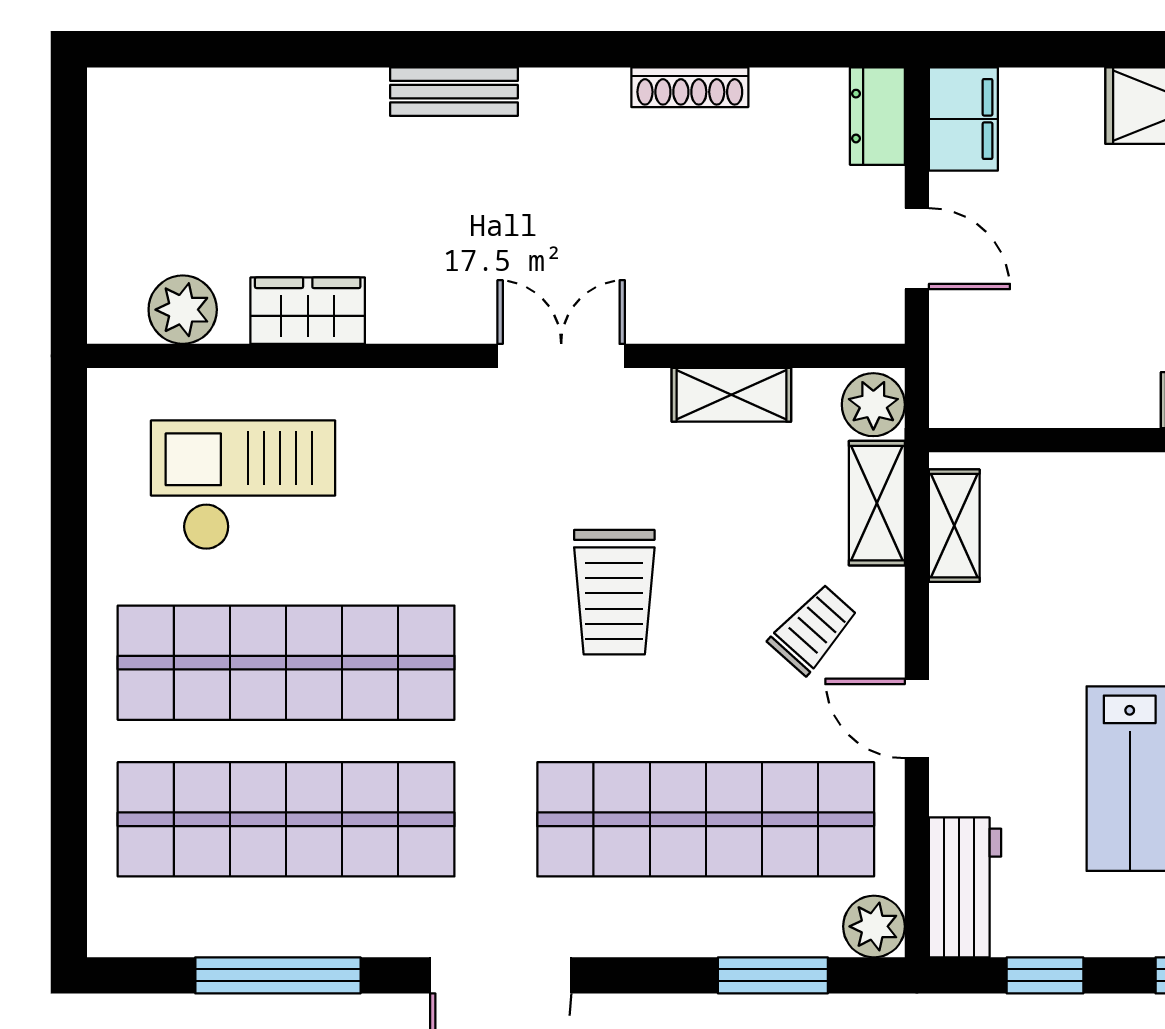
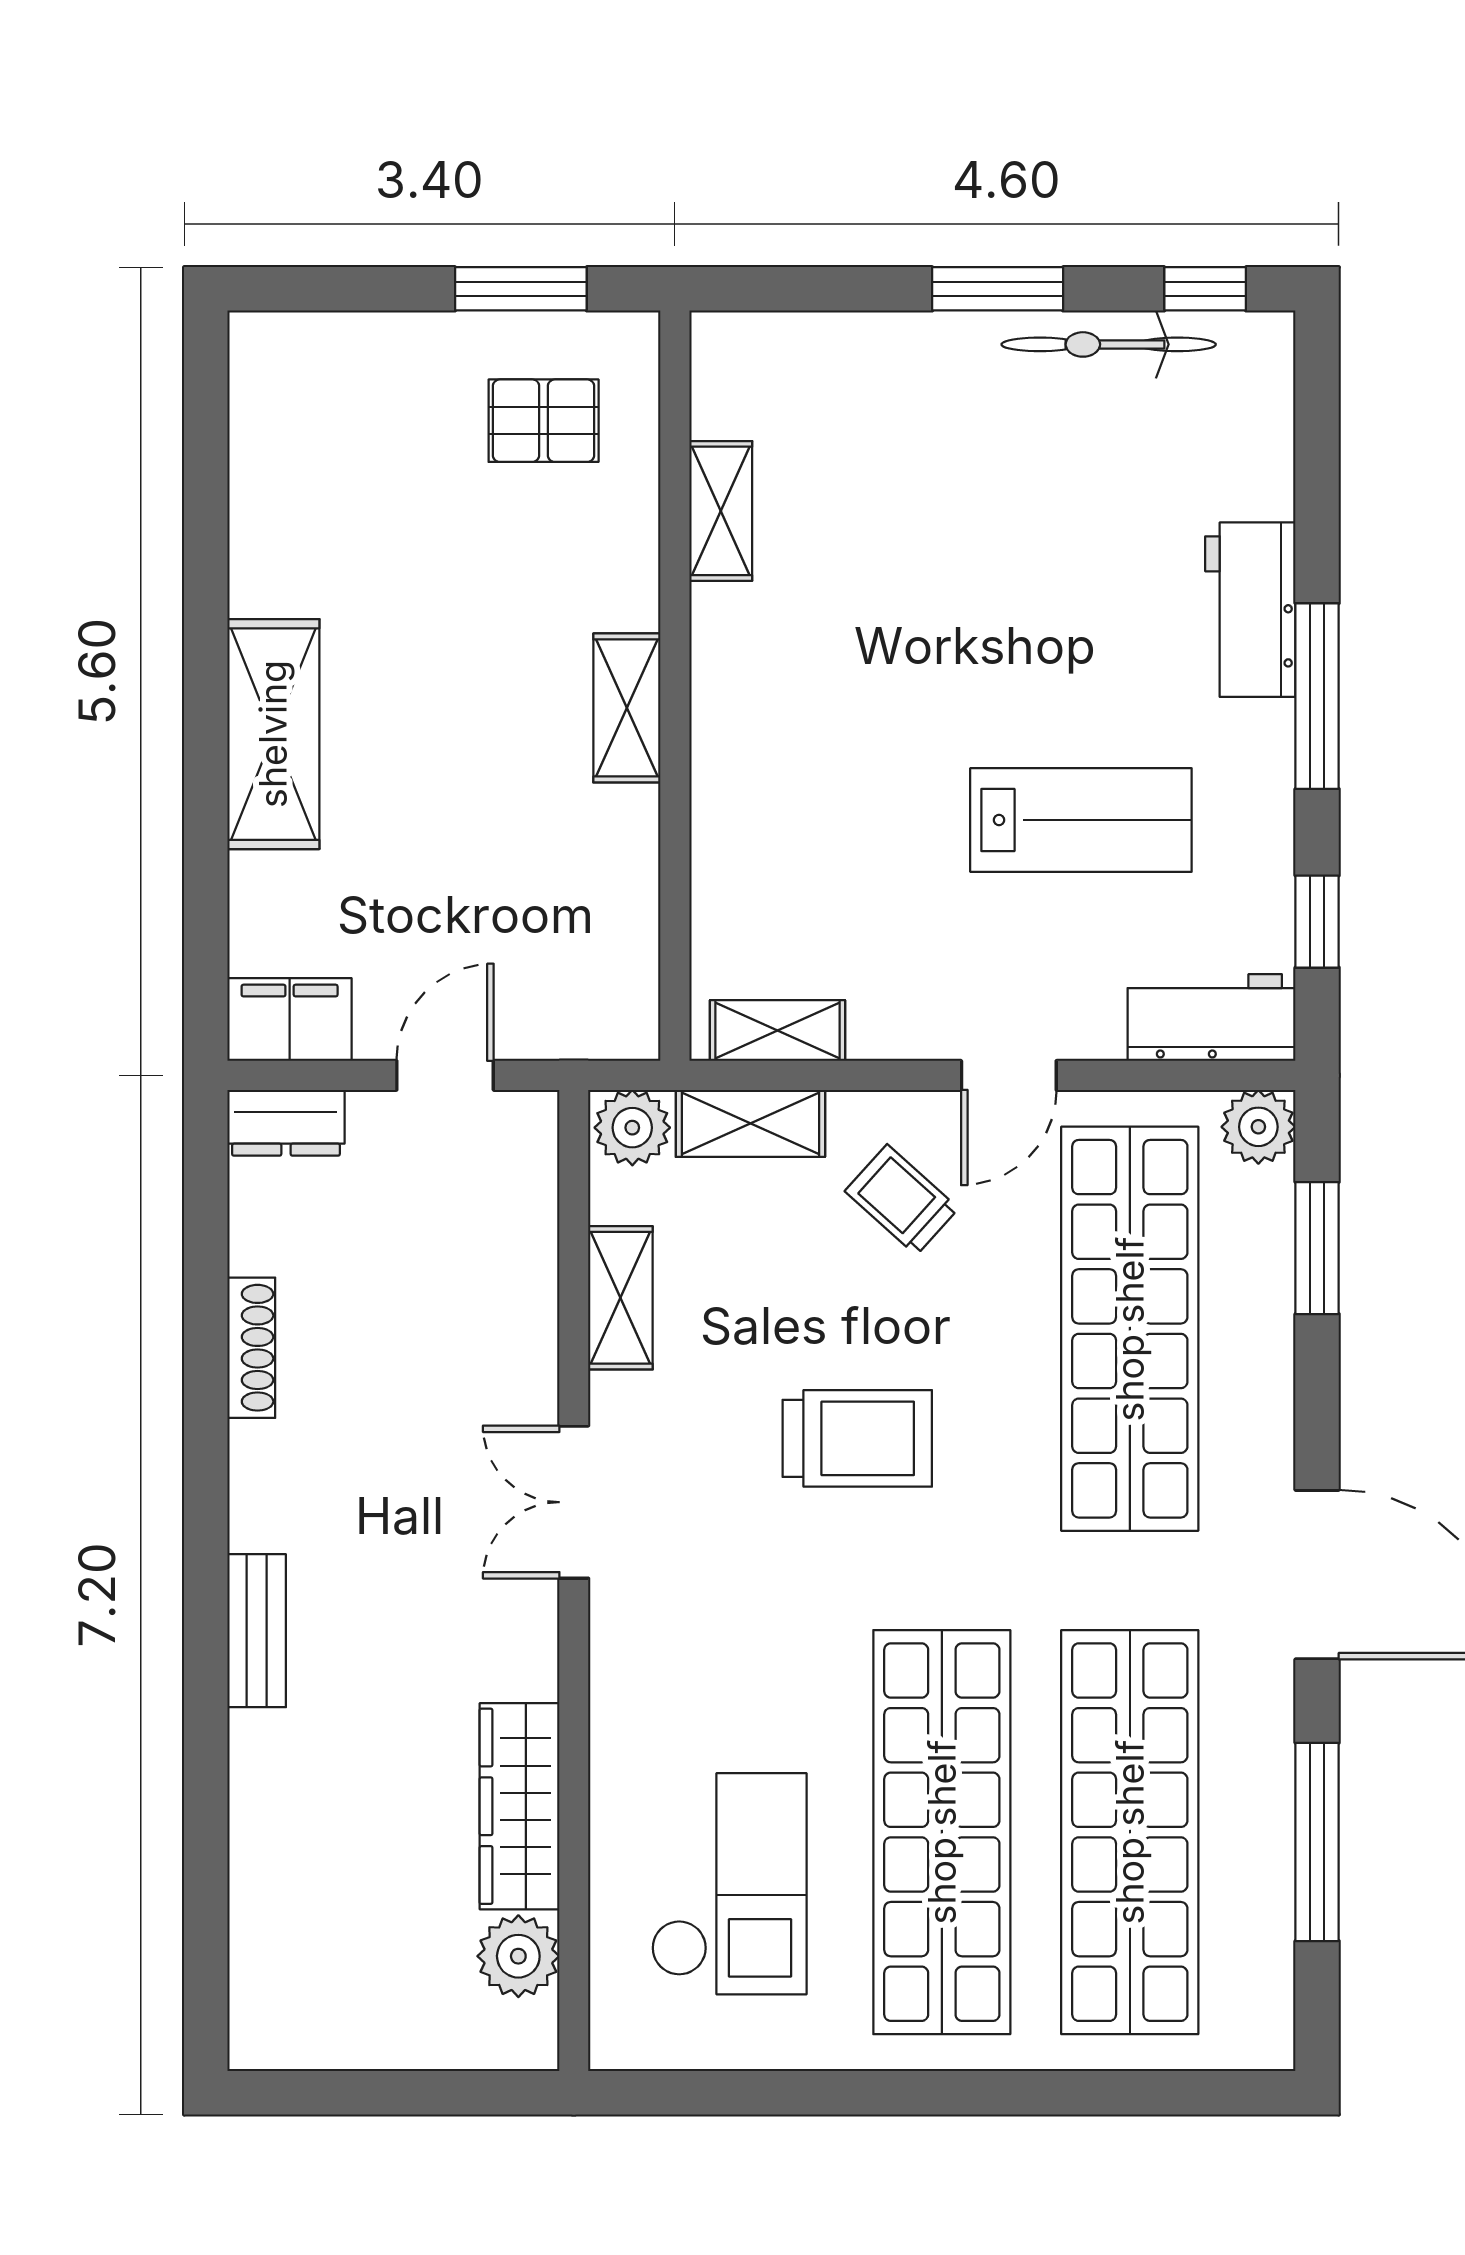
wardrobe: (308, 311) -> (520, 1806), width x1.50
checkout: (243, 485) -> (729, 1884), turned 180

